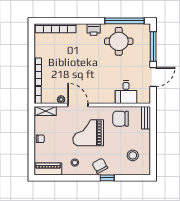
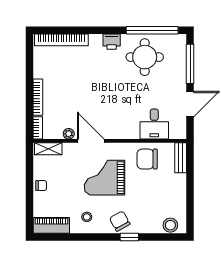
stool: (133, 155) -> (170, 225), moved

